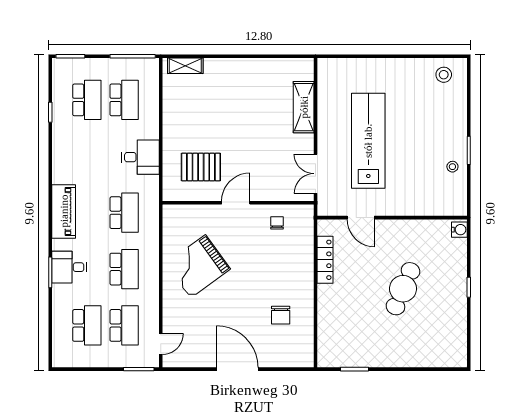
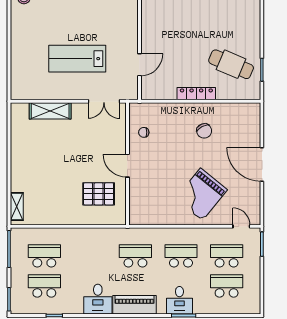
lab bench: (368, 141) -> (77, 59), width x0.73
desk: (140, 157) -> (98, 299), moved, turned 180
pallet: (201, 167) -> (99, 194), turned 90
locker: (325, 260) -> (196, 94), moved
grand piano: (198, 266) -> (201, 194), moved, turned 75
cafe table: (403, 289) -> (231, 64), moved
chair: (281, 315) -> (204, 131), moved, turned 63
door: (237, 369) -> (262, 164), hinge flipped

